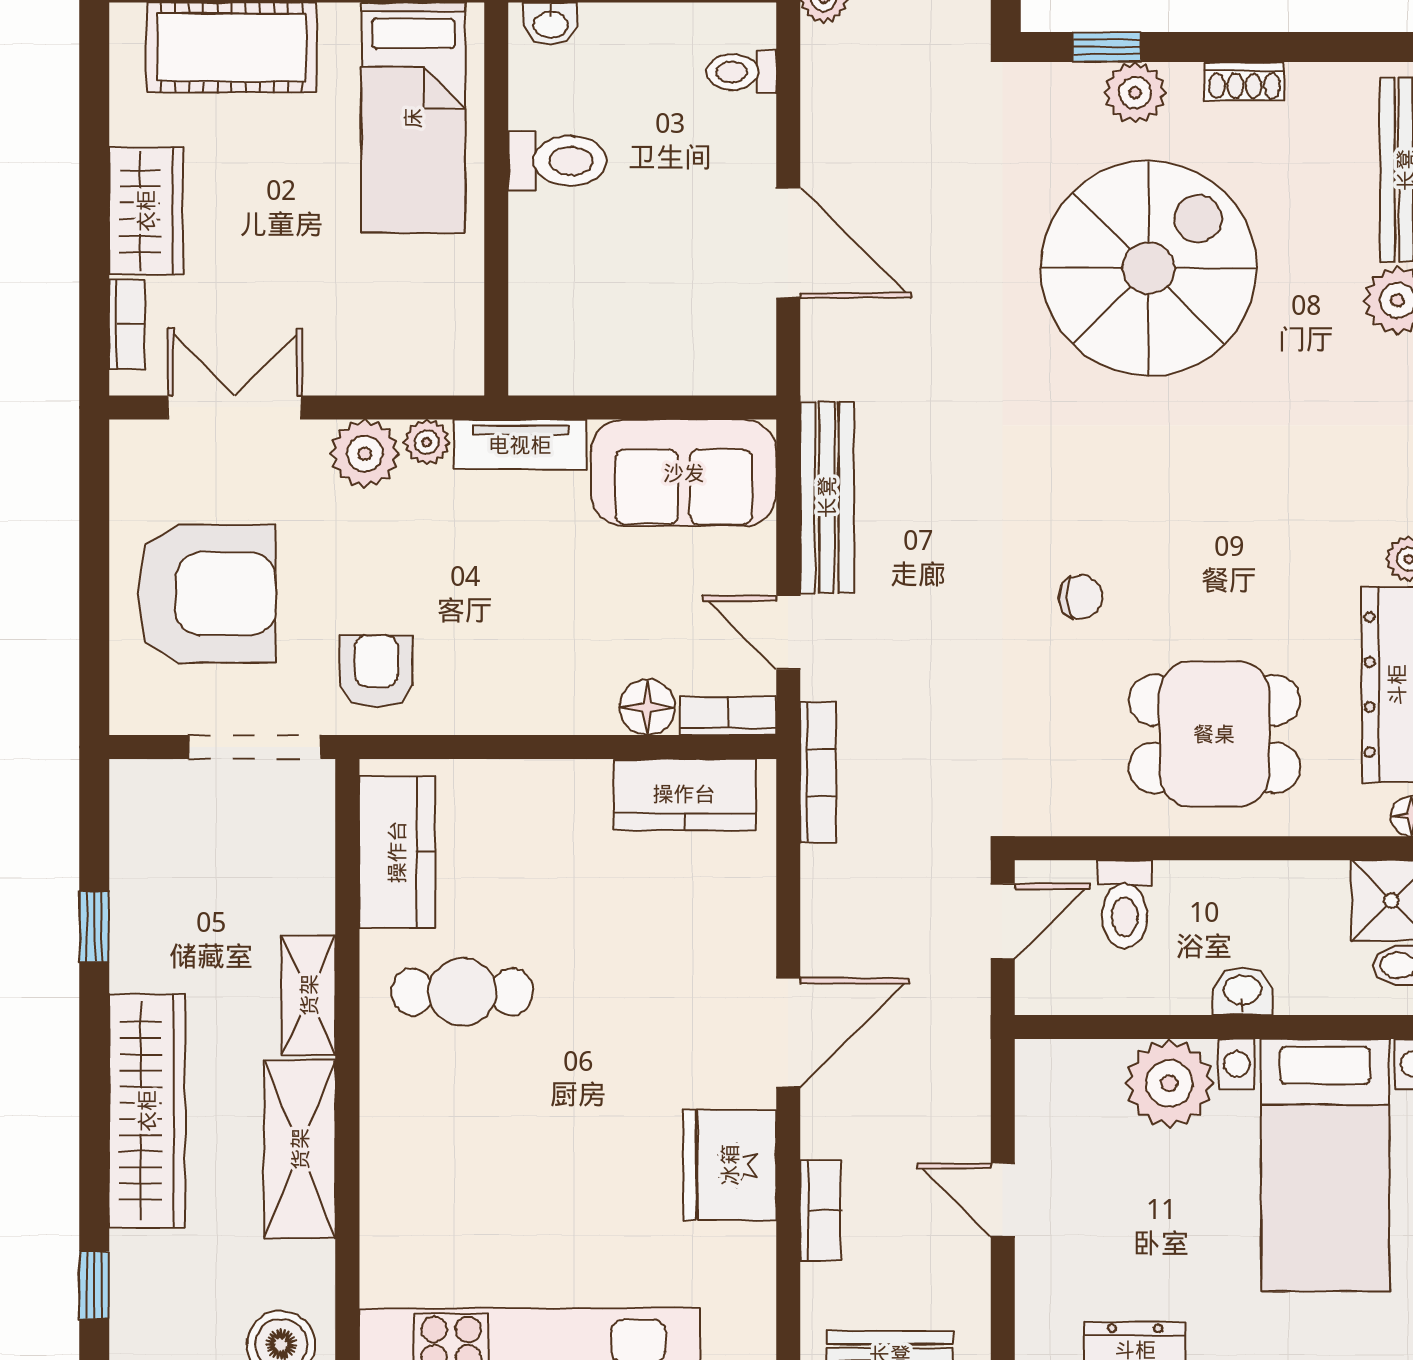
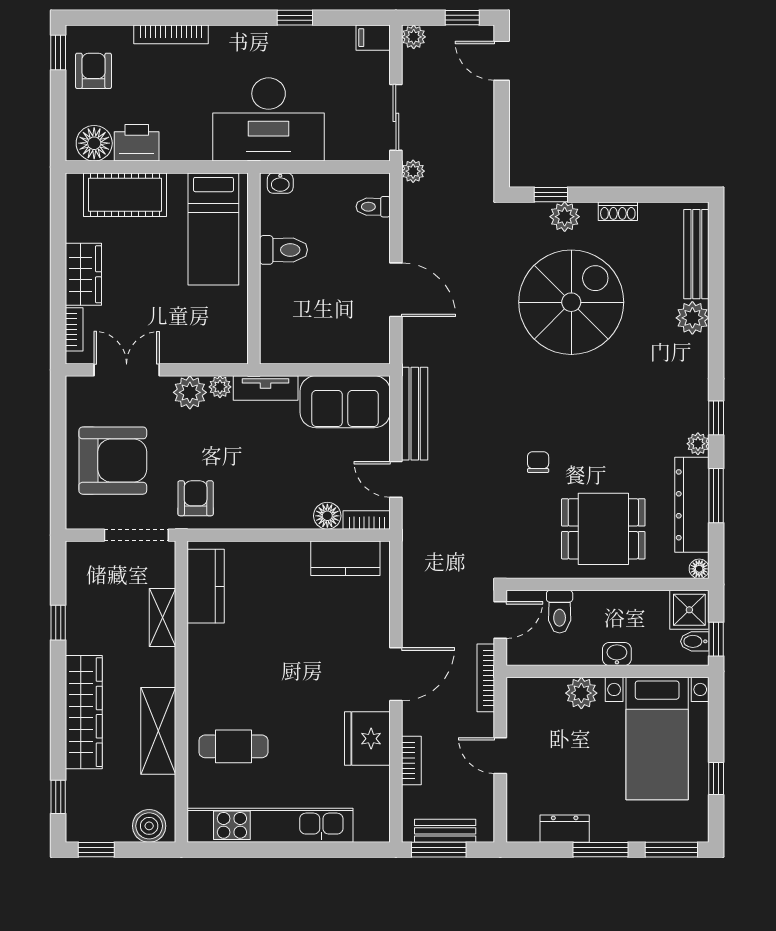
chair: (1080, 597) -> (538, 462), turned -87
bookcase: (818, 772) -> (486, 678), moved, turned 180
cafe table: (462, 992) -> (233, 746), moved
shelving: (309, 995) -> (162, 618), moved
plant: (1169, 1083) -> (581, 693), width x0.73, depth x0.73

